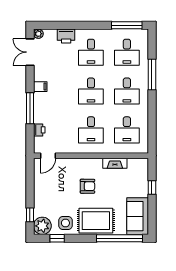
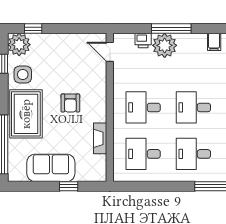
filing cabinet: (40, 87) -> (214, 42), moved
plant: (43, 113) -> (165, 45), added
sofa: (138, 216) -> (51, 168), moved

